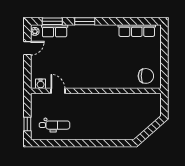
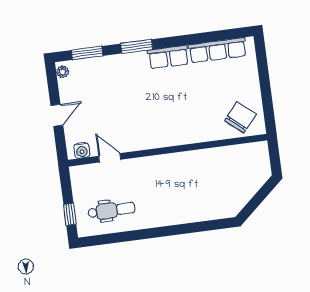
row of seats: (55, 31) -> (168, 57), moved
door: (27, 48) -> (57, 115), moved
chair: (146, 76) -> (241, 117), turned -50

